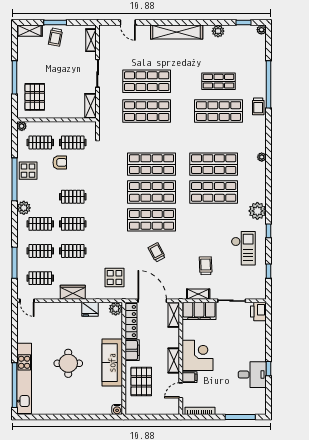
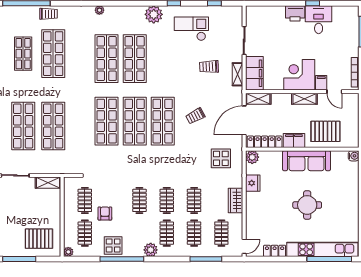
printer: (258, 311) -> (295, 13), moved
locker: (23, 331) -> (275, 251), added

